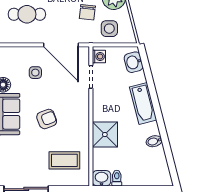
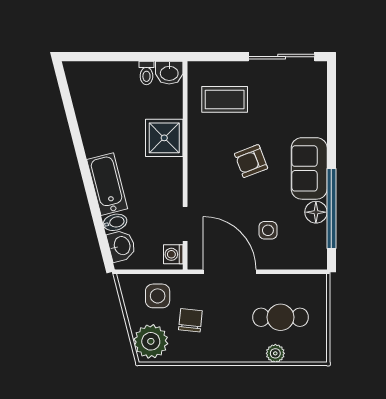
bidet: (154, 141) -> (115, 222), moved

